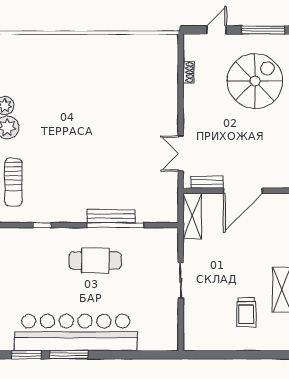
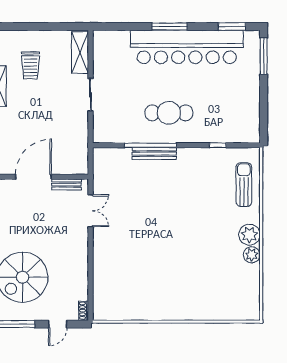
shoe rack: (188, 72) -> (84, 311), moved
shelving: (192, 216) -> (80, 52), moved
trolley: (246, 312) -> (30, 65), turned 180
window: (69, 355) -> (170, 26), moved

